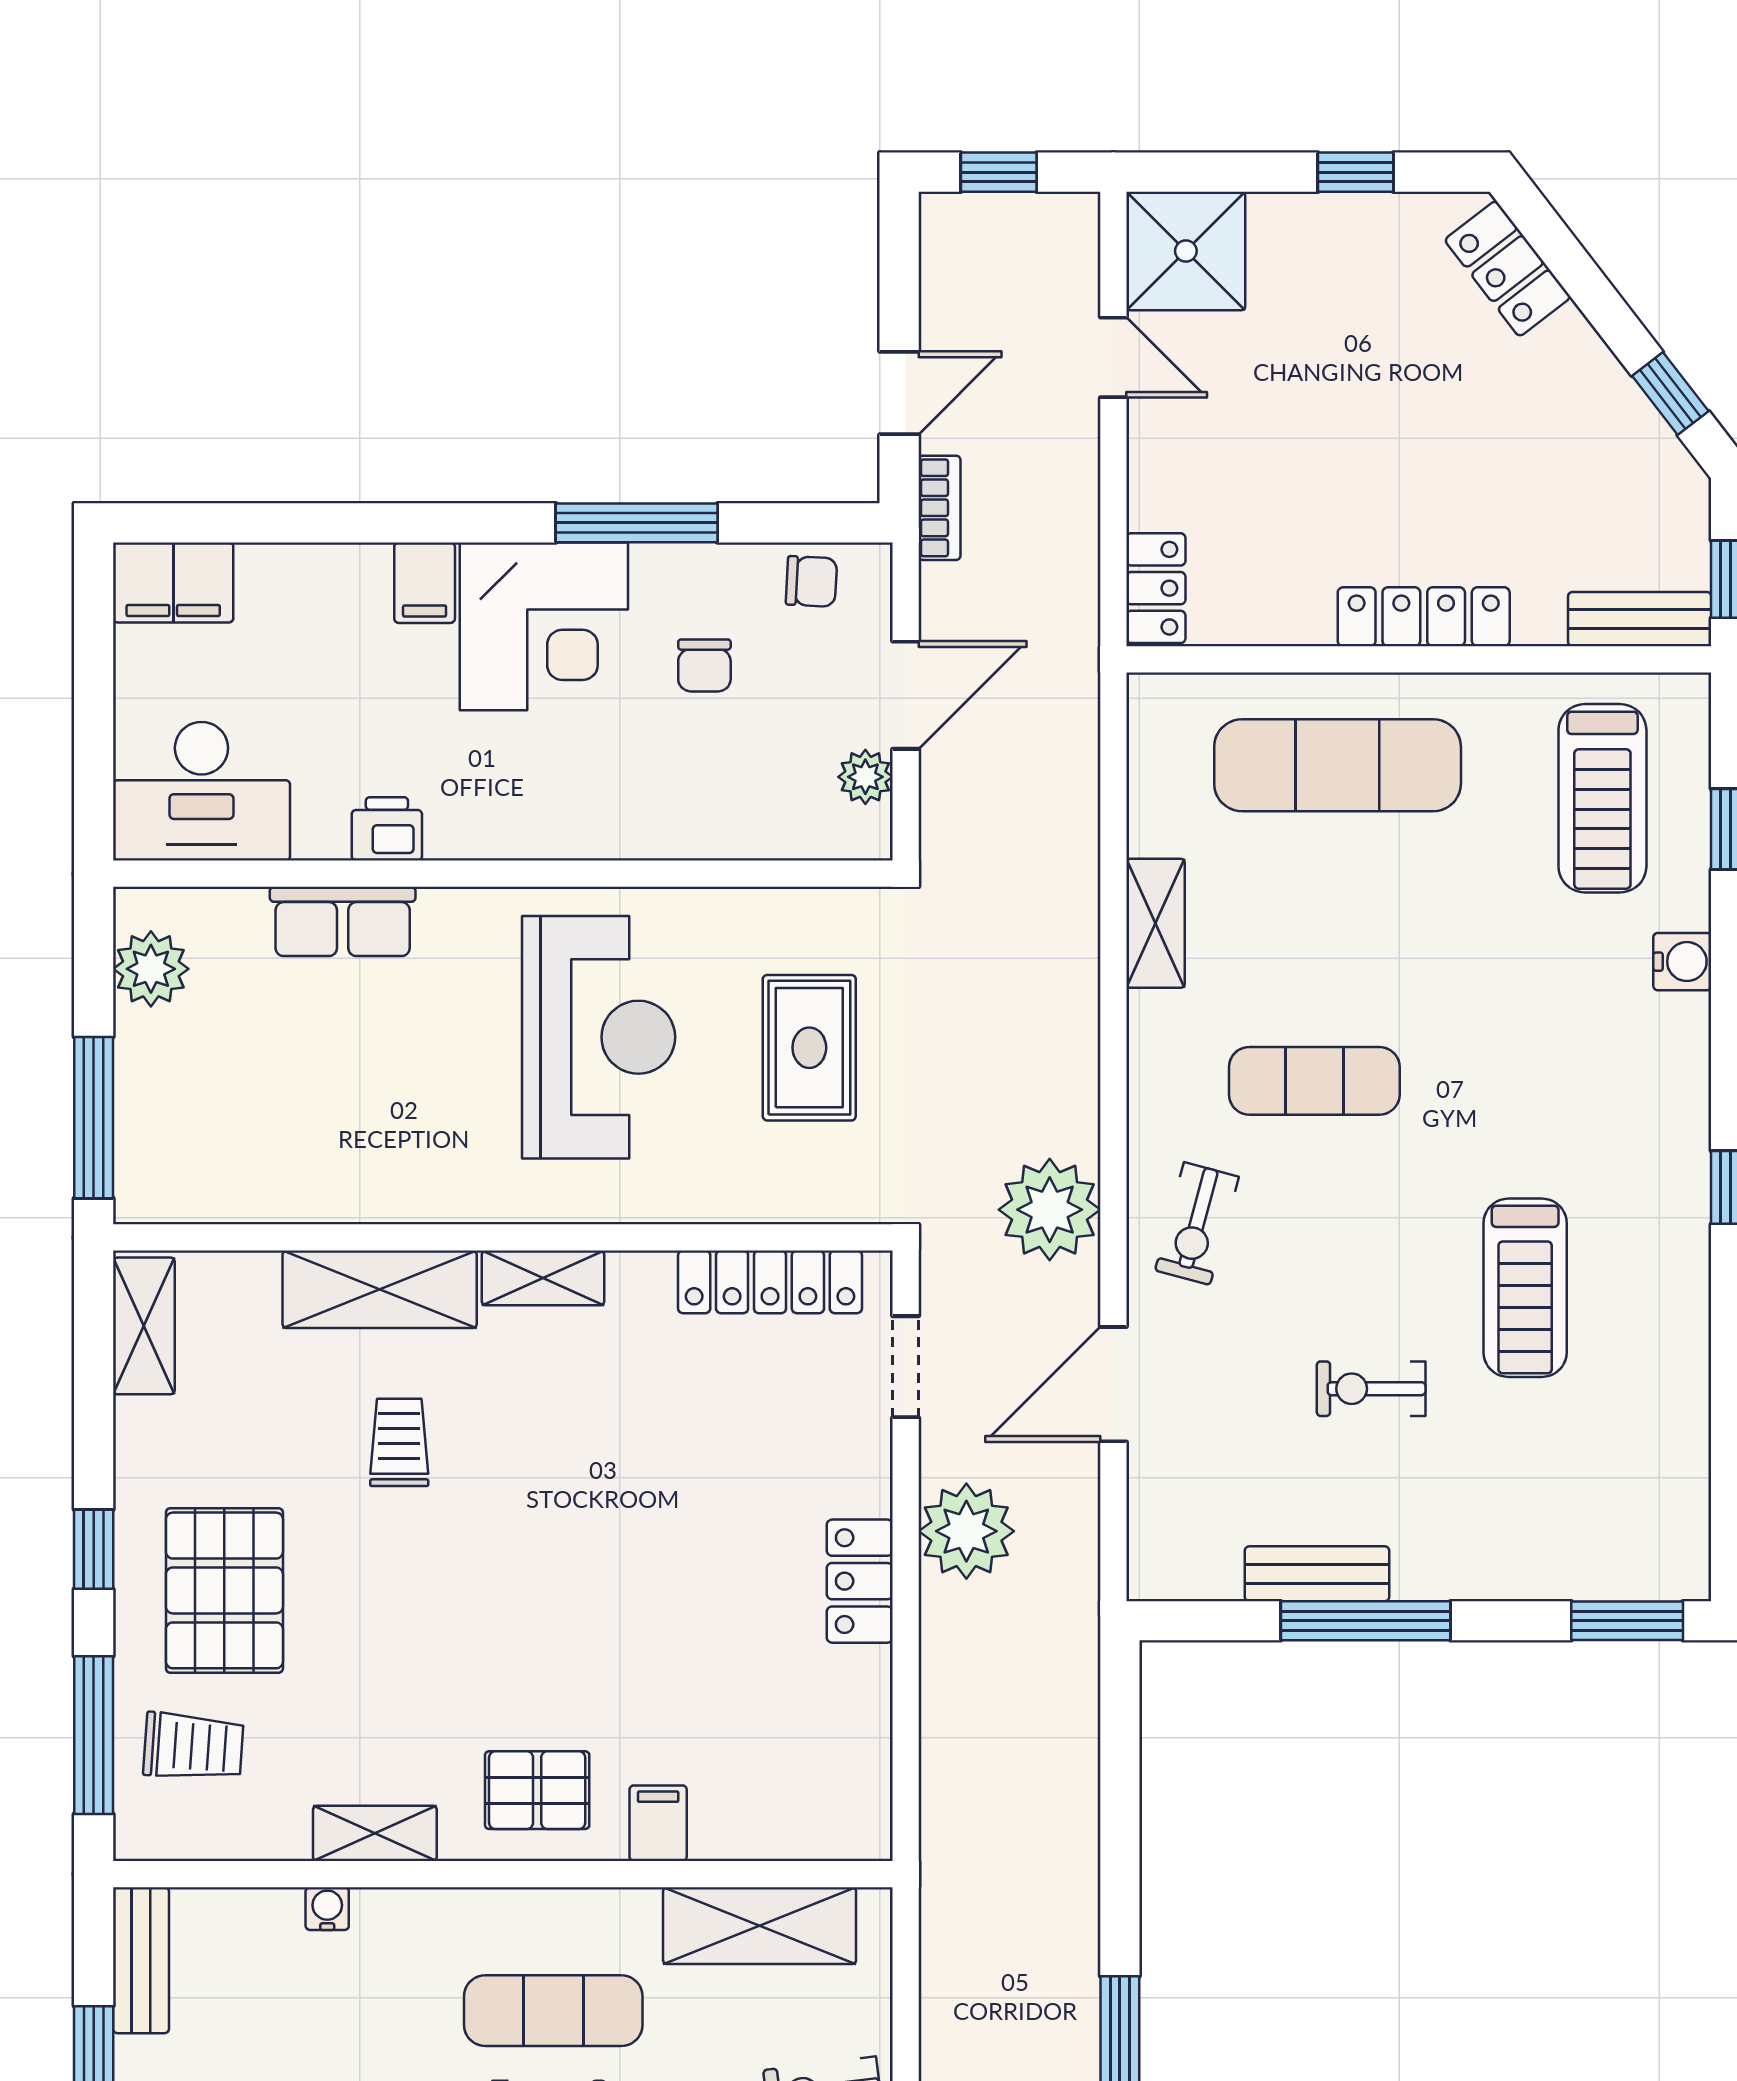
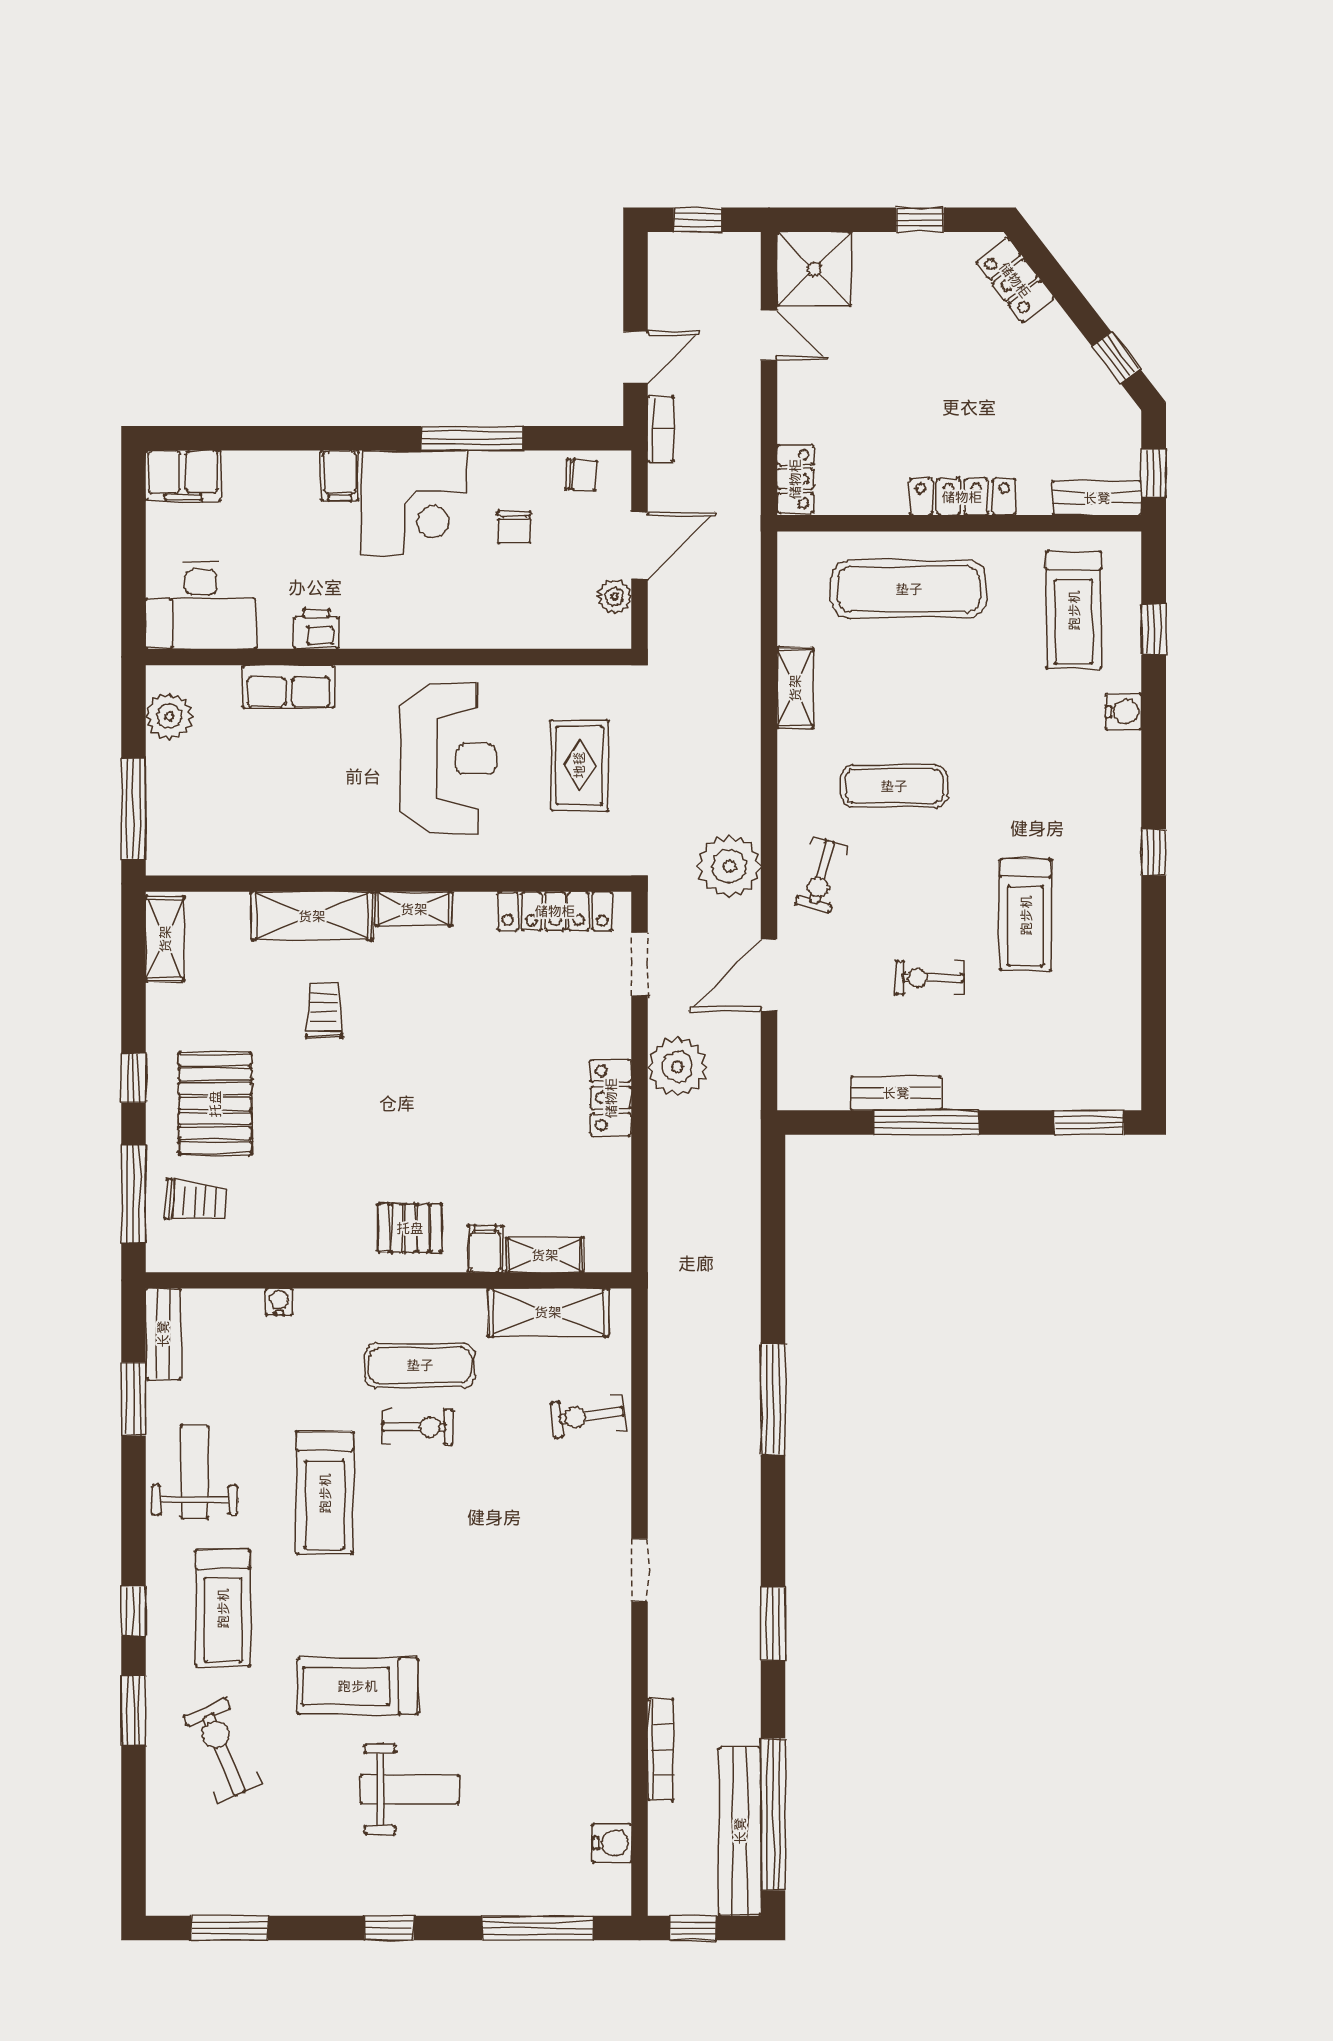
shelving: (375, 1833) -> (545, 1255), moved

